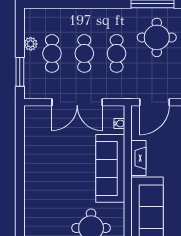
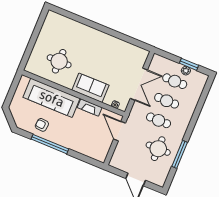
window: (20, 72) -> (189, 64), moved
double door: (77, 102) -> (139, 84), swing flipped
sofa: (110, 168) -> (90, 88), width x0.73

